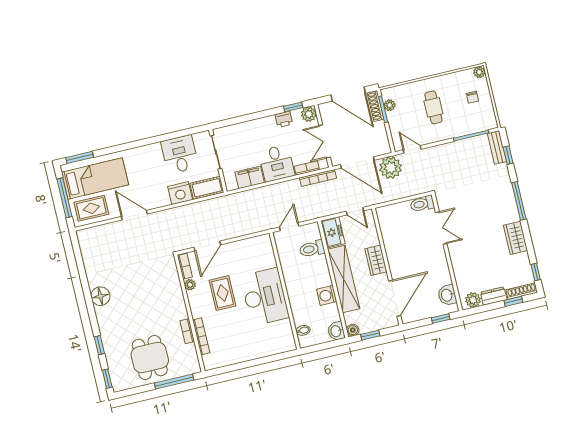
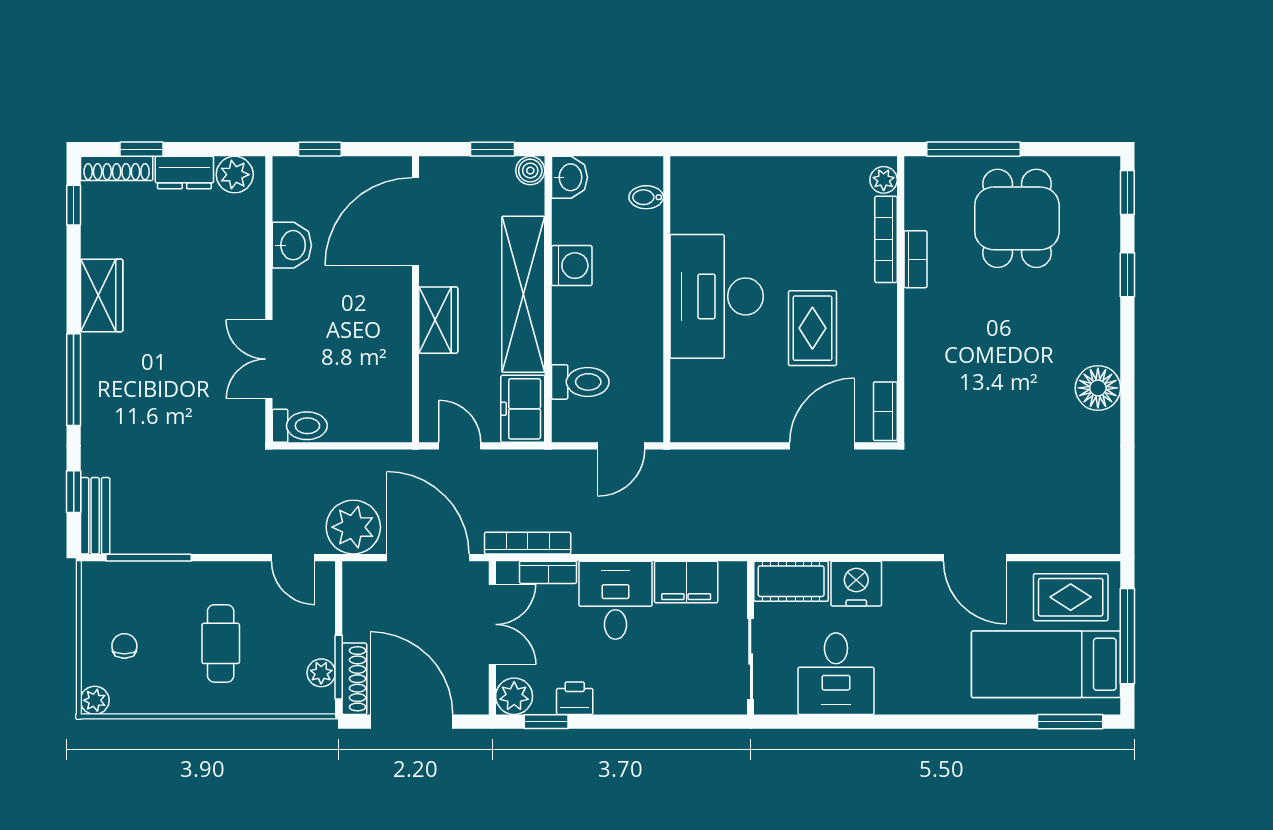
plant: (190, 285) -> (884, 180), moved
washbasin: (447, 295) -> (292, 245), moved

